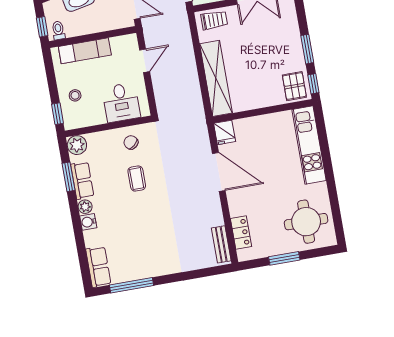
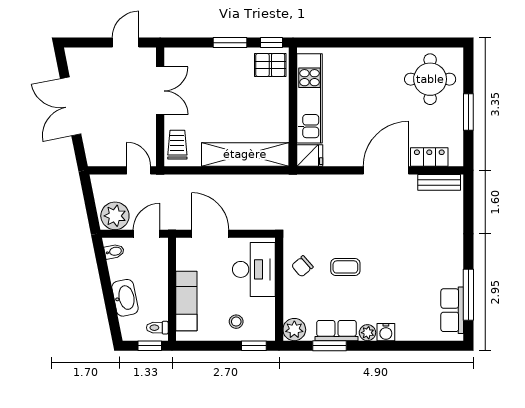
door: (145, 61) -> (210, 234), width x1.38
desk: (121, 102) -> (254, 269), width x1.37
kitchen unit: (309, 145) -> (310, 98), moved, turned -90
door: (219, 172) -> (386, 170), moved
row of seats: (98, 267) -> (452, 310), moved, turned -90

